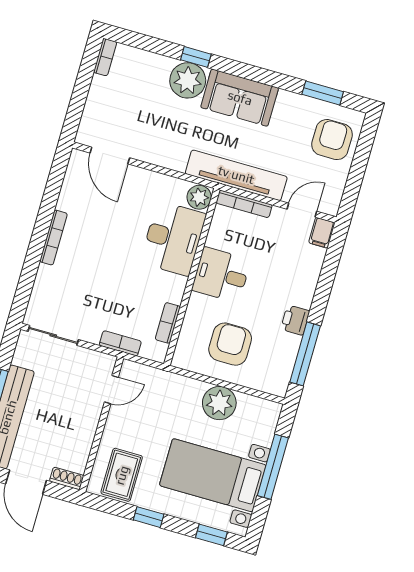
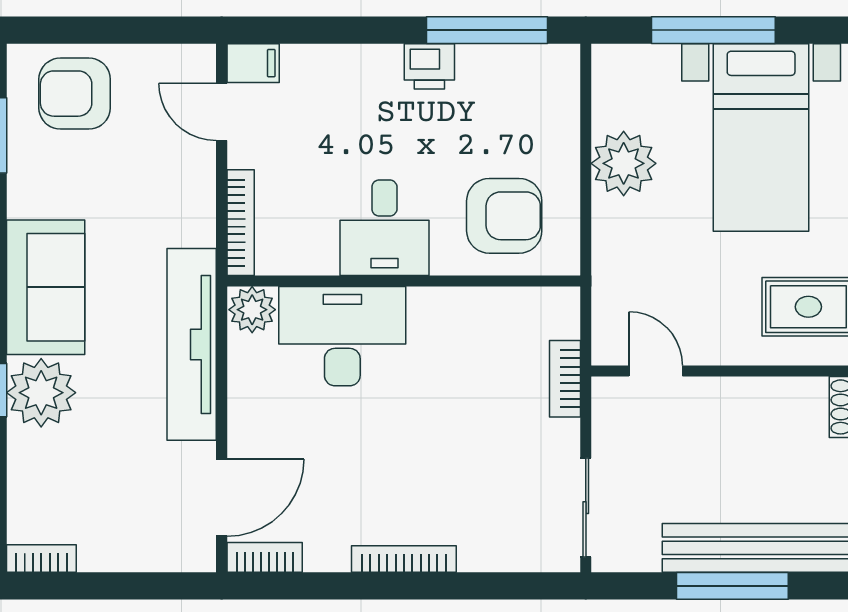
tv unit: (236, 175) -> (192, 344), moved
bookcase: (168, 323) -> (265, 557), moved, turned 180
armchair: (230, 344) -> (504, 216), moved, turned 180

